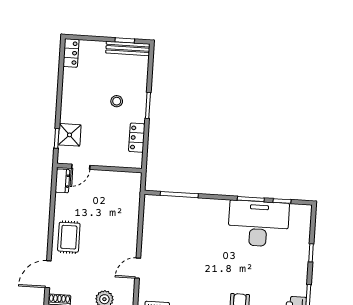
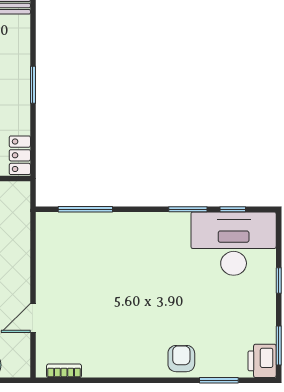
locker: (137, 138) -> (20, 155), moved
desk: (258, 224) -> (234, 244), moved

